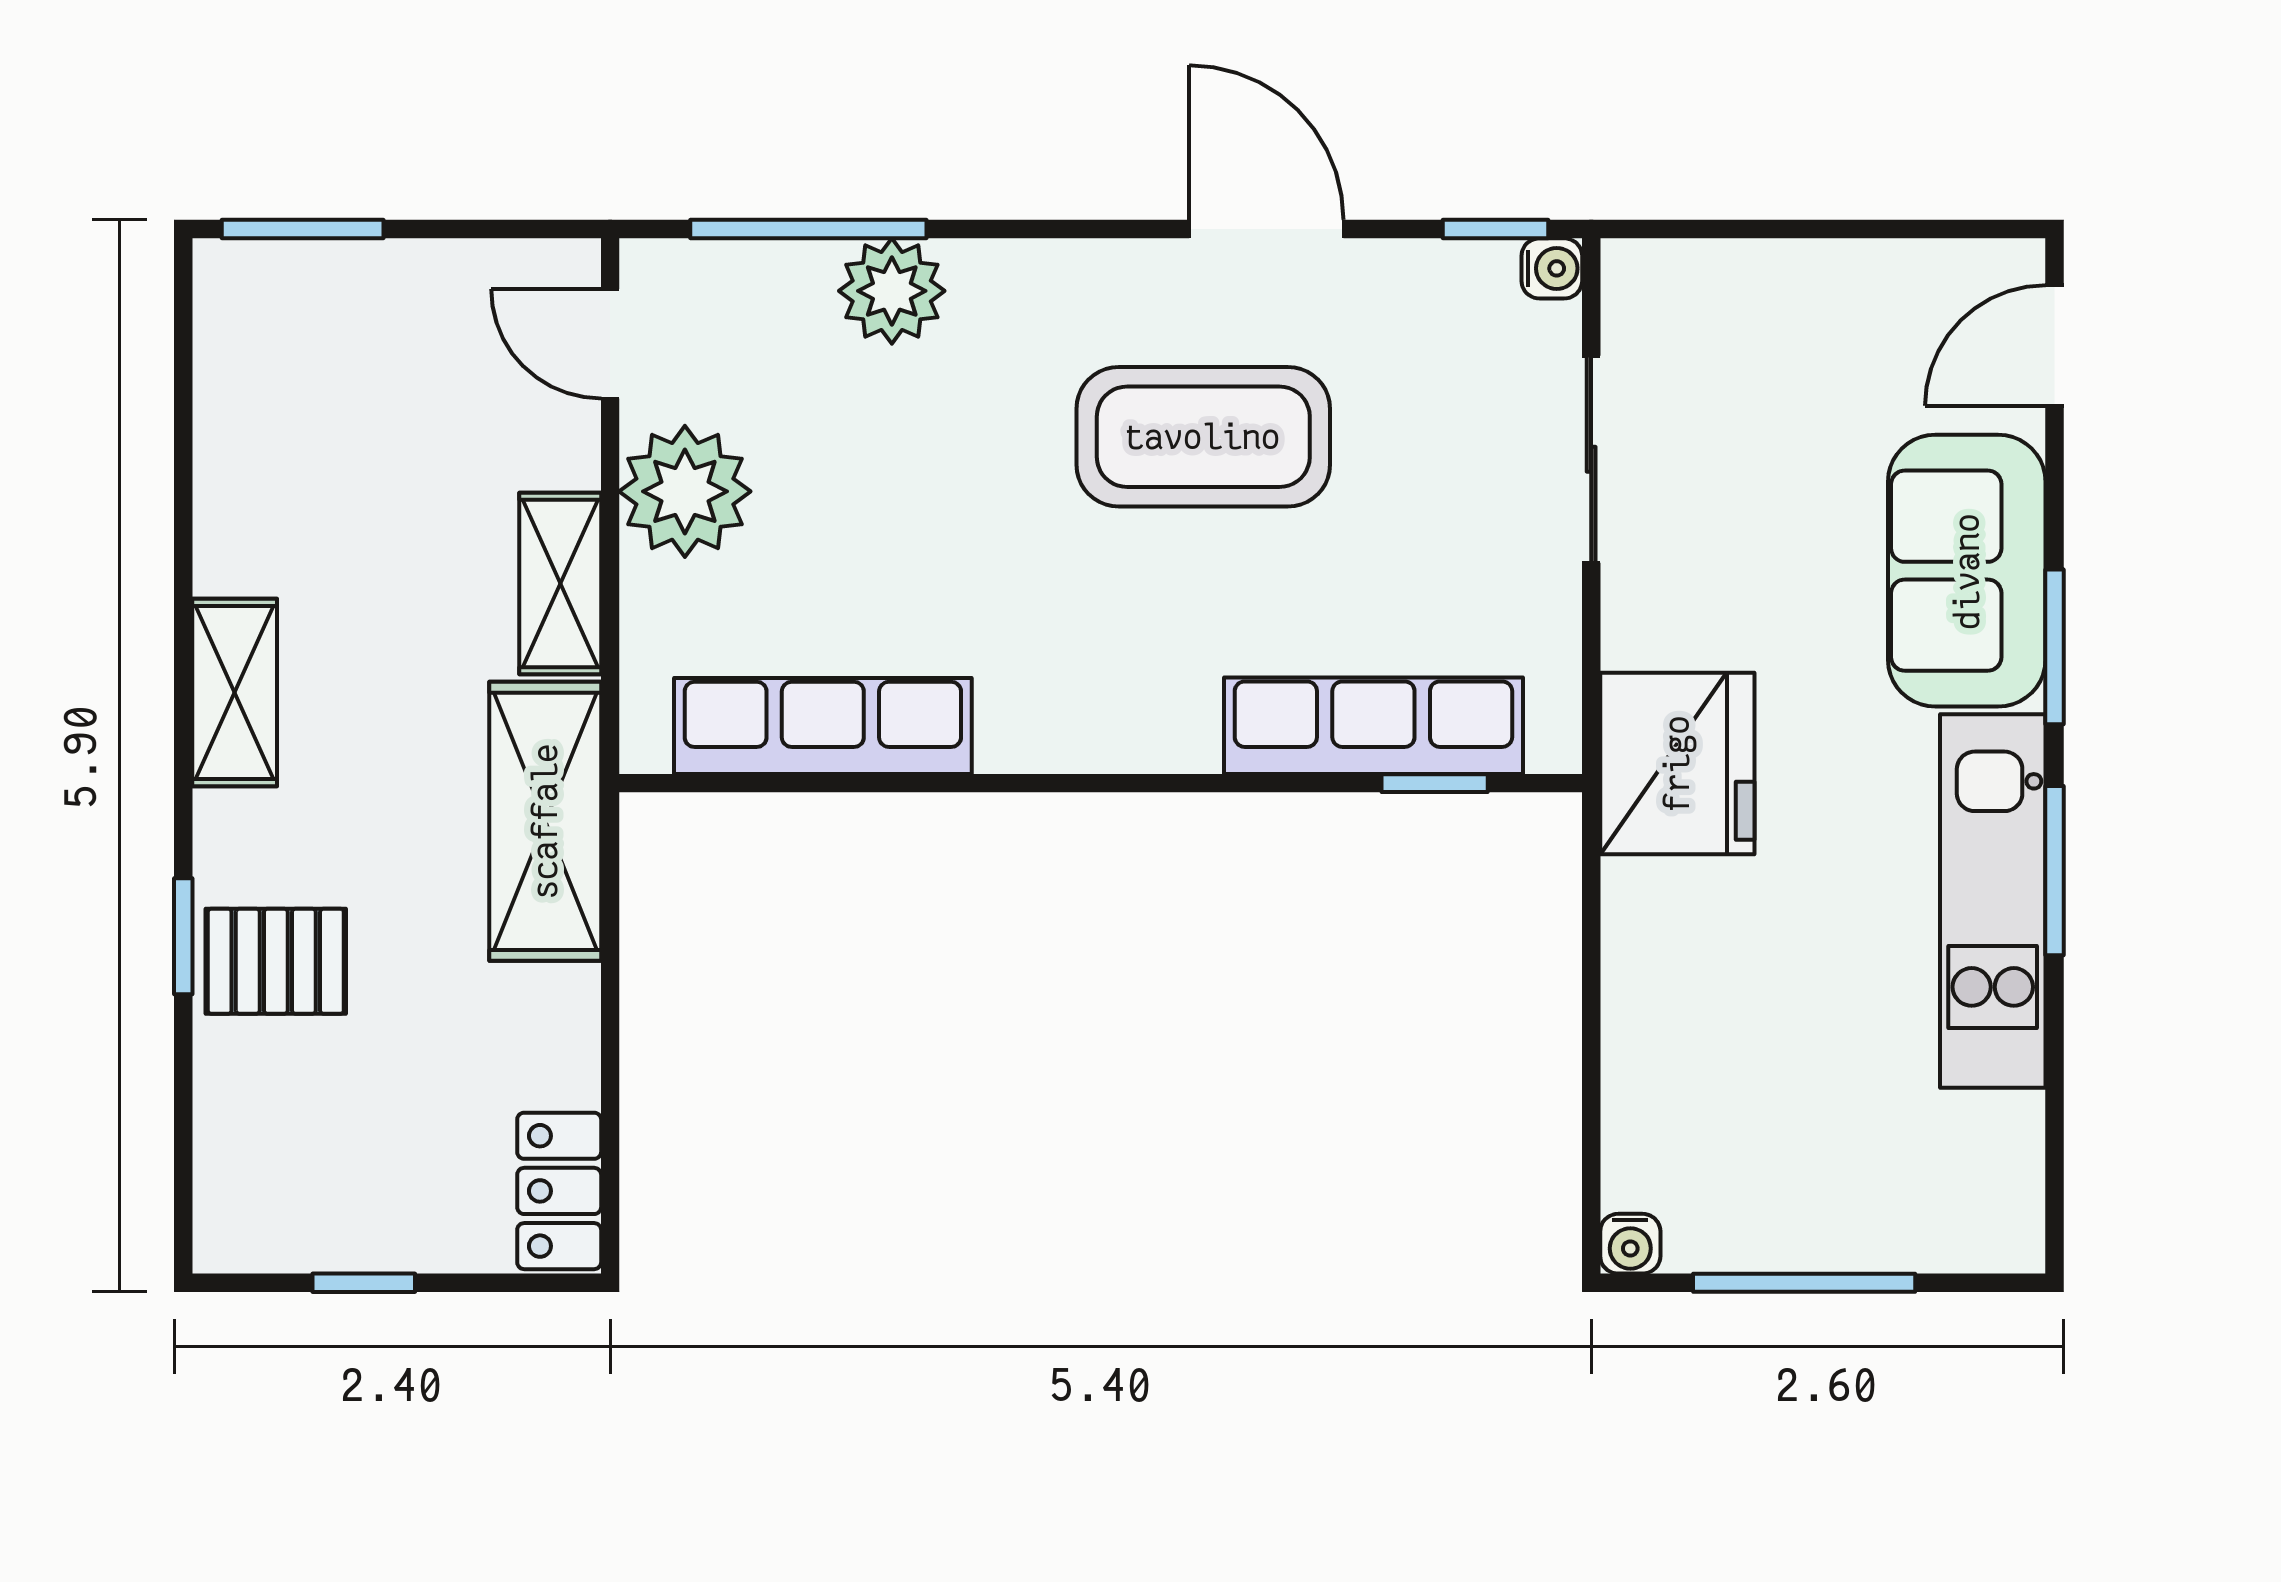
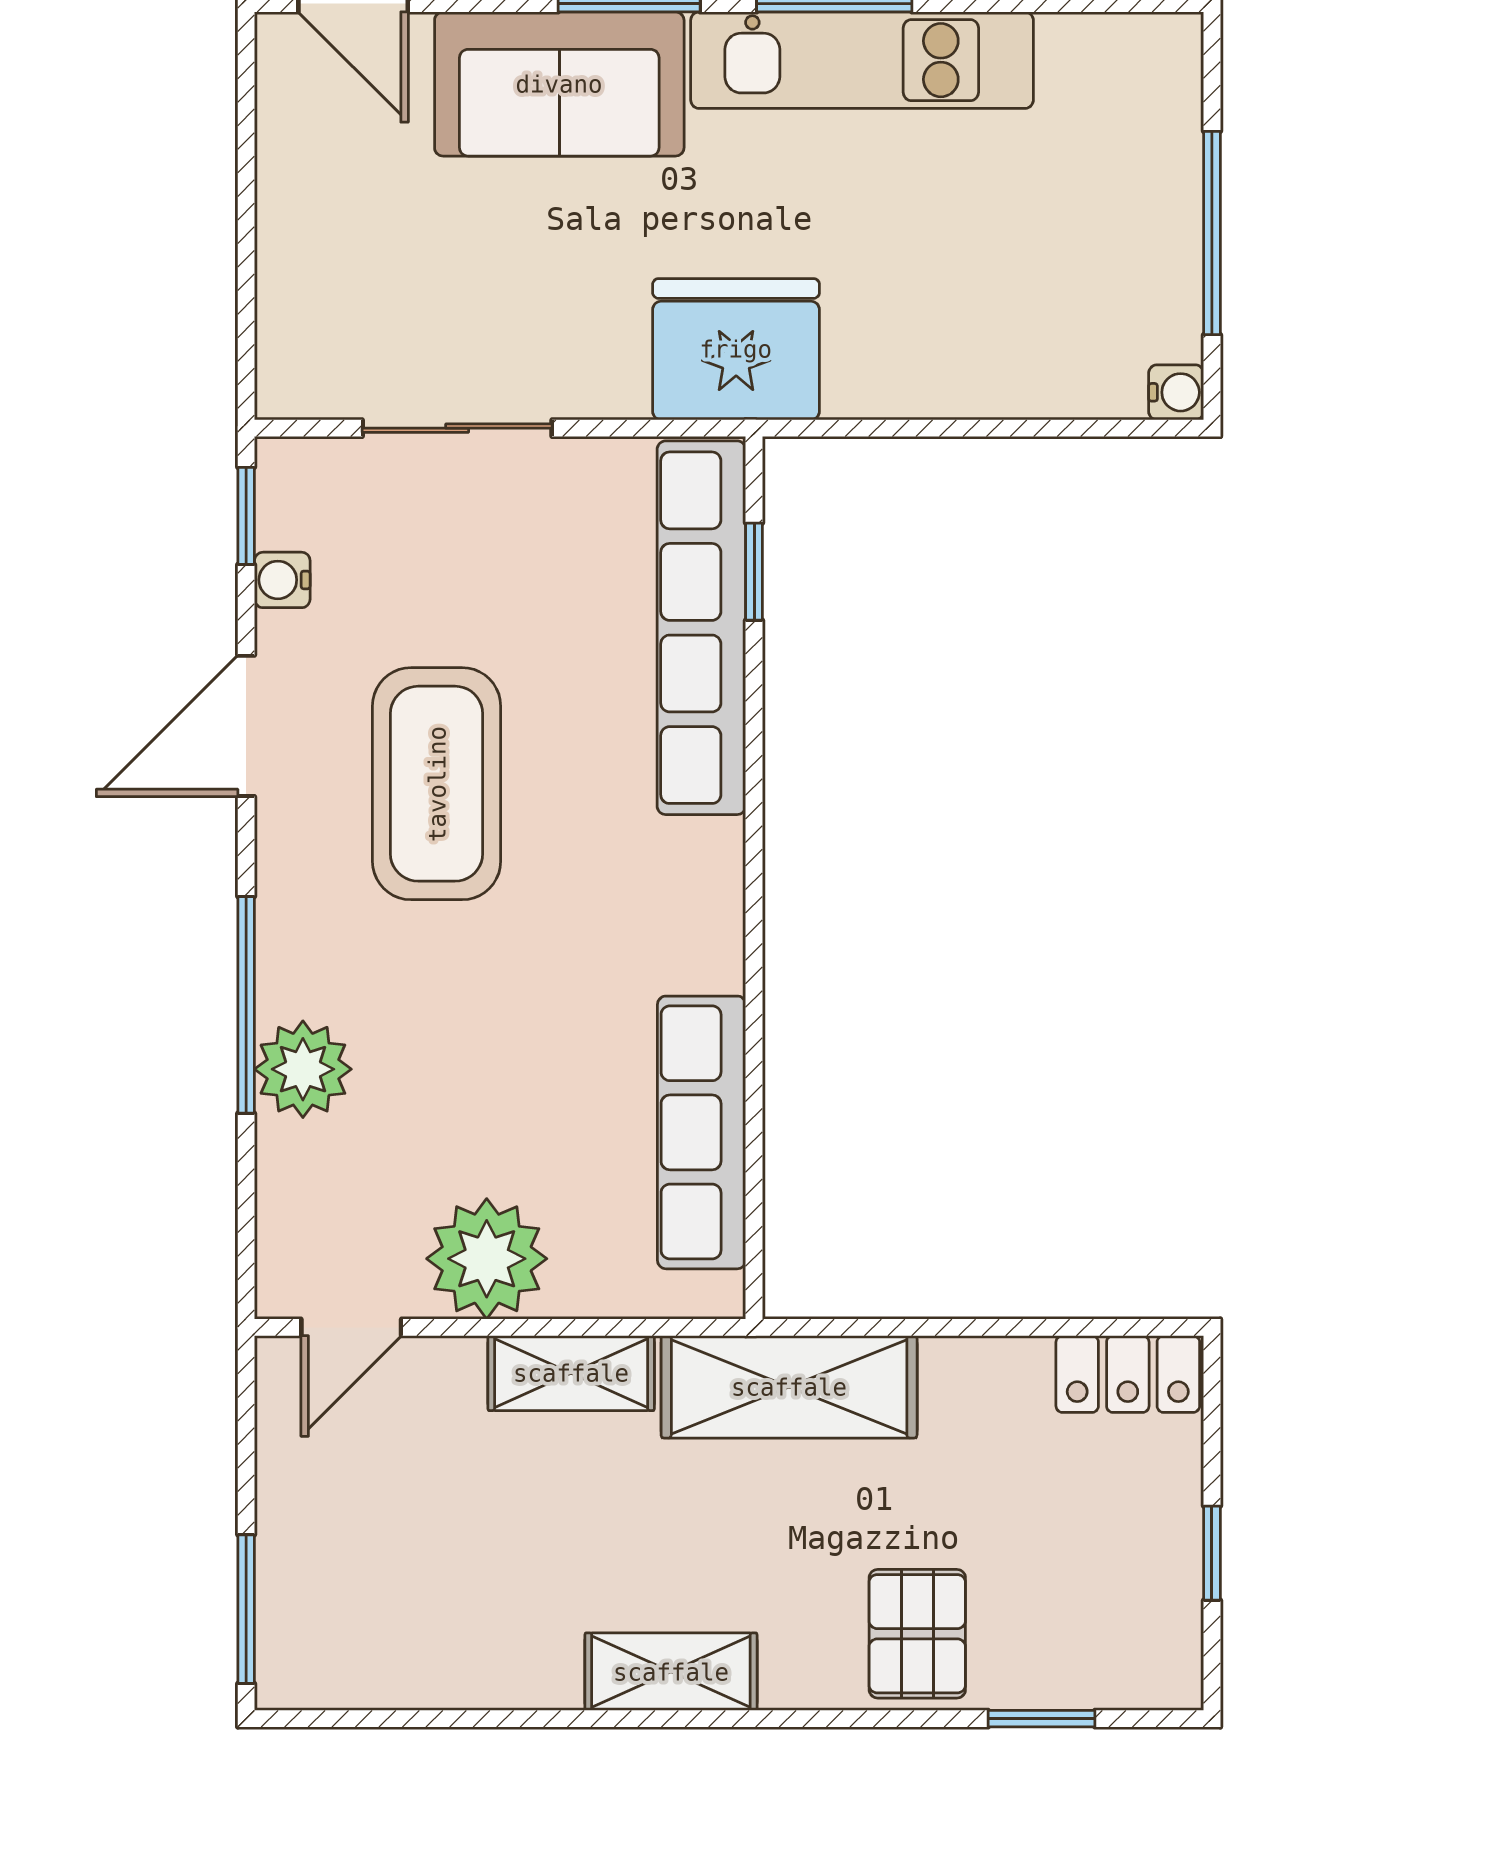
window: (808, 229) -> (246, 1005), moved
water cooler: (1552, 268) -> (282, 580), moved, turned -90
row of seats: (1373, 726) -> (701, 628), width x1.36
window: (183, 936) -> (1042, 1719), moved

